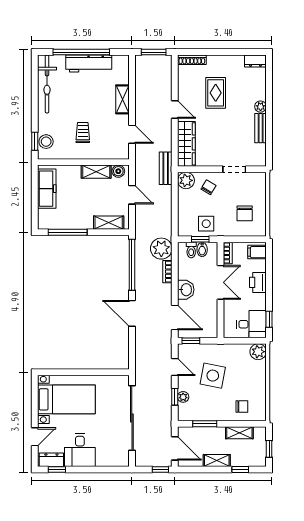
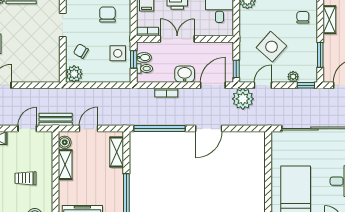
wardrobe: (186, 144) -> (37, 73), removed
bench: (166, 168) -> (56, 119), moved
chair: (245, 213) -> (107, 14), turned -90
plant: (161, 249) -> (243, 99), moved
side table: (213, 376) -> (272, 47), turned 31
window: (175, 397) -> (306, 85), moved

